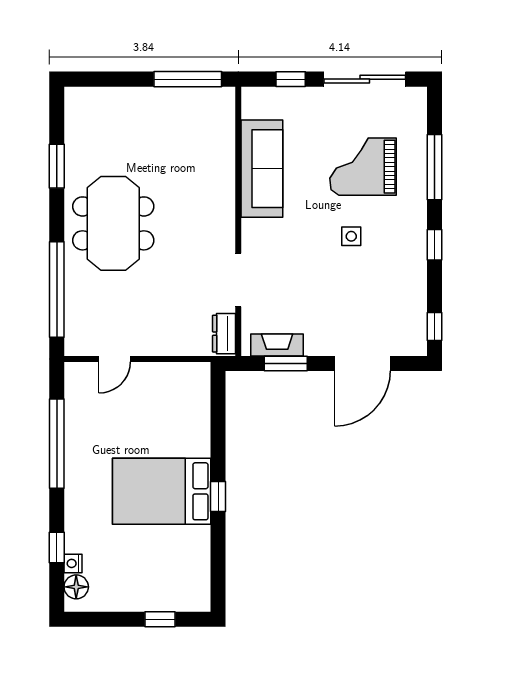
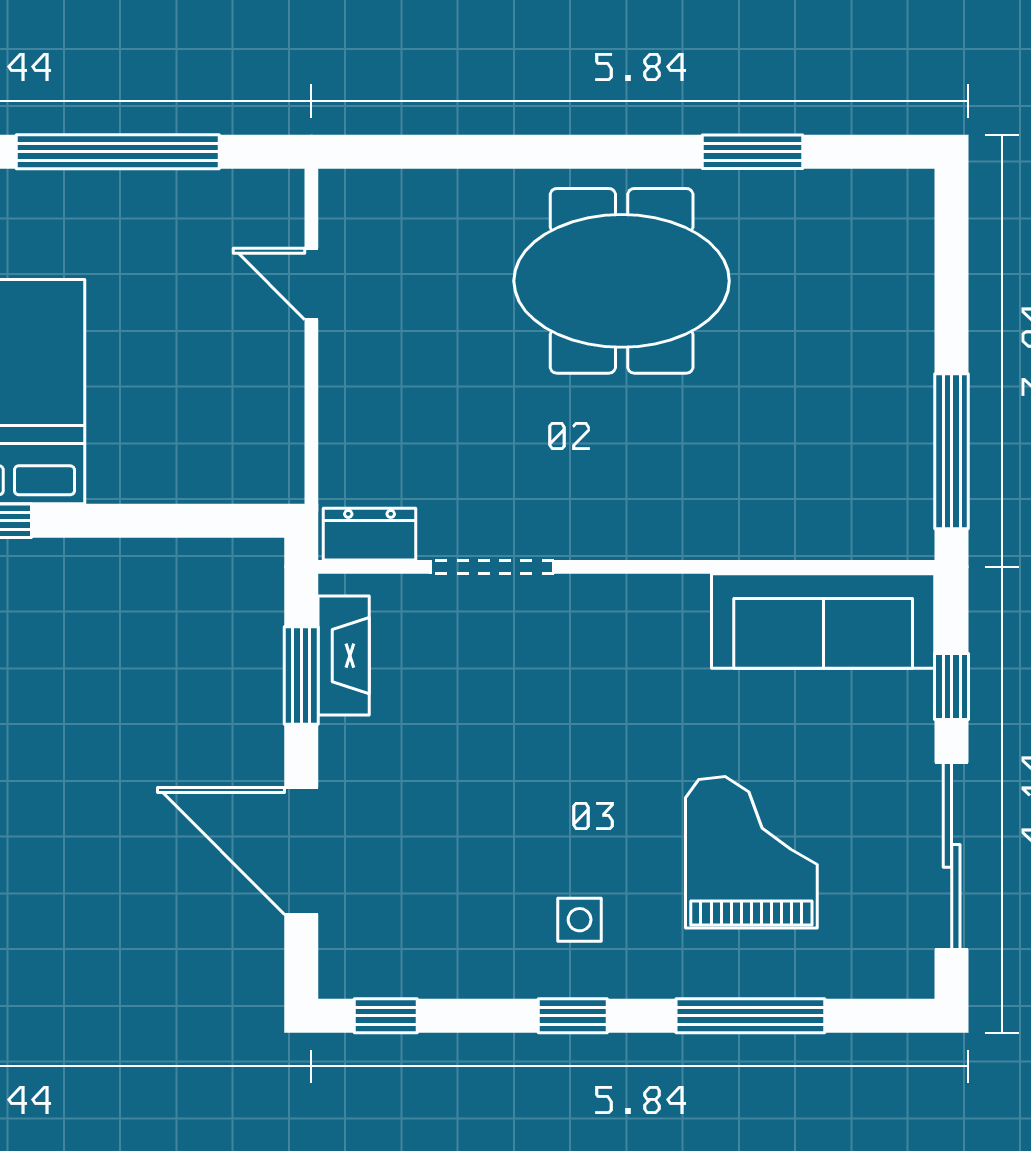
sofa: (262, 169) -> (823, 621), moved
side table: (351, 236) -> (580, 920), moved
window: (57, 289) -> (471, 152), removed

